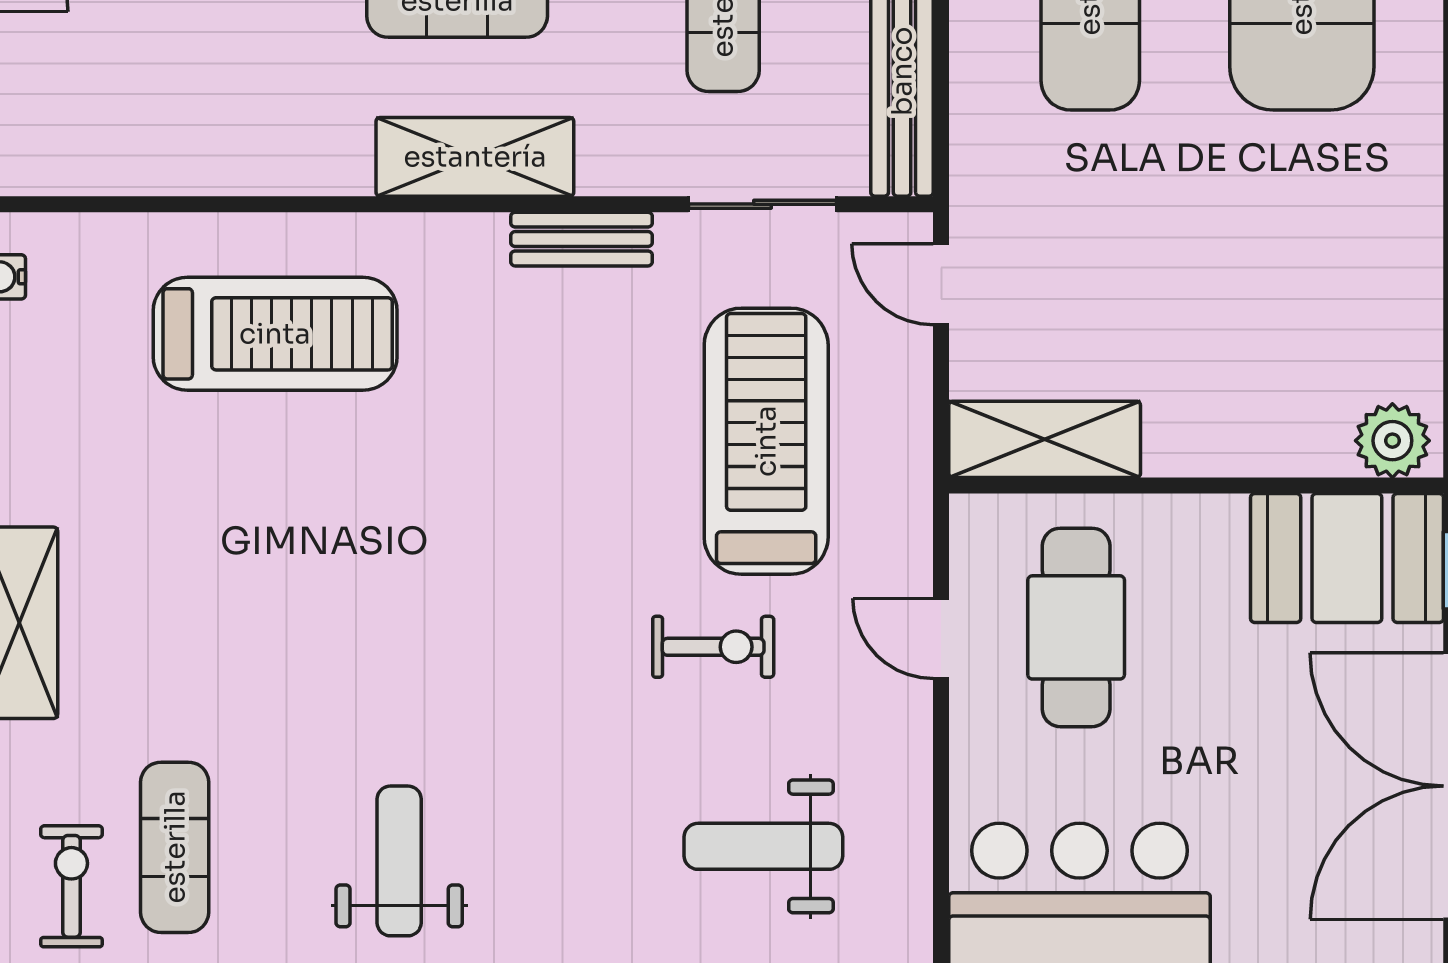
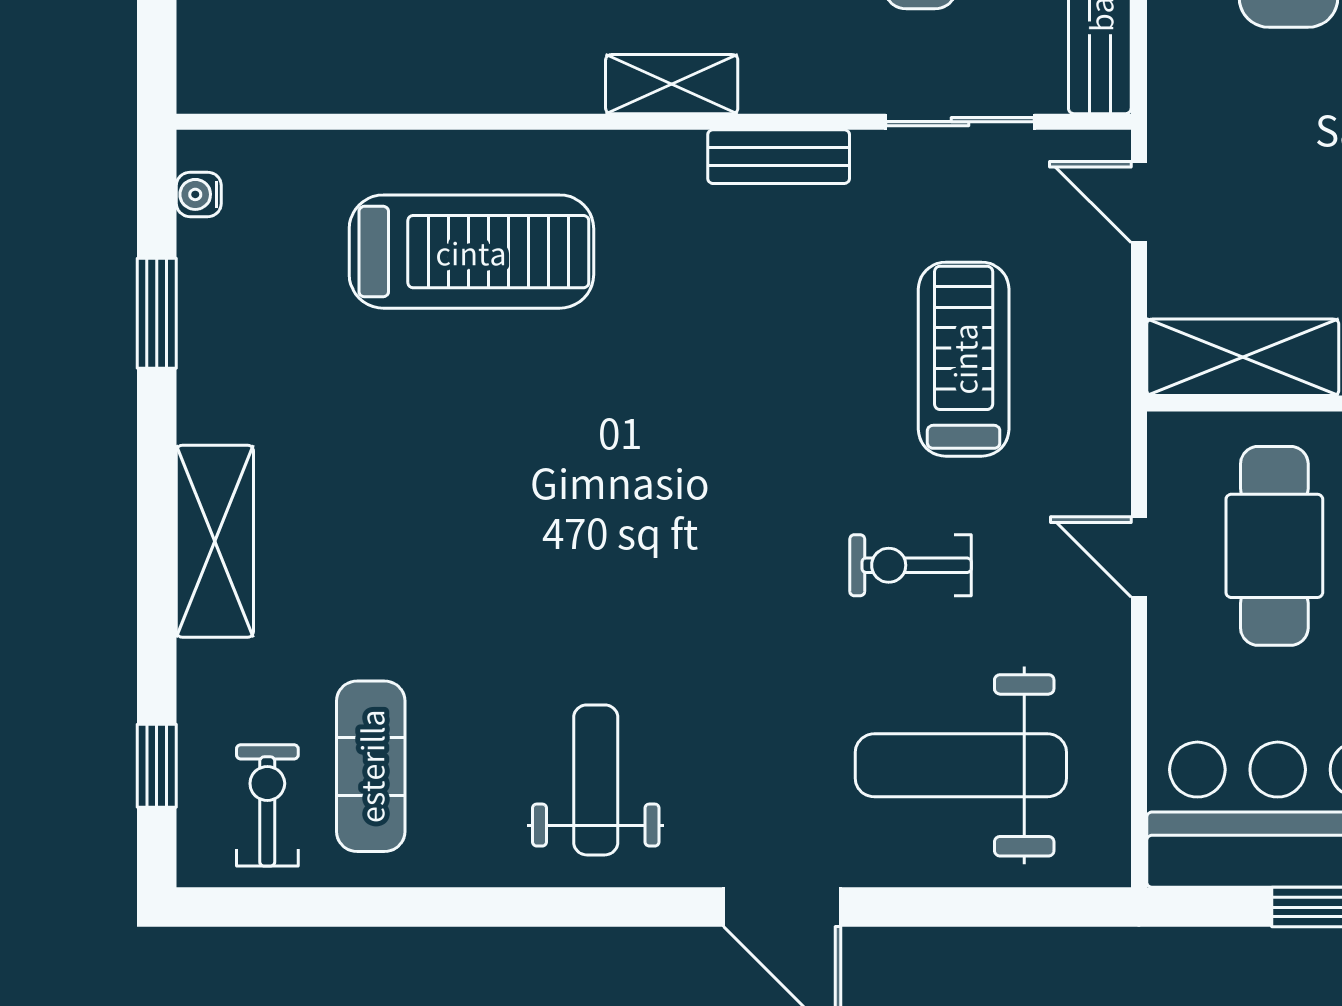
shelving: (475, 157) -> (672, 84), width x0.67, depth x0.75
treadmill: (766, 441) -> (964, 359), width x0.73, depth x0.73
exercise bike: (713, 647) -> (911, 565), turned 180
weight bench: (763, 846) -> (961, 765), width x1.36, depth x1.33

